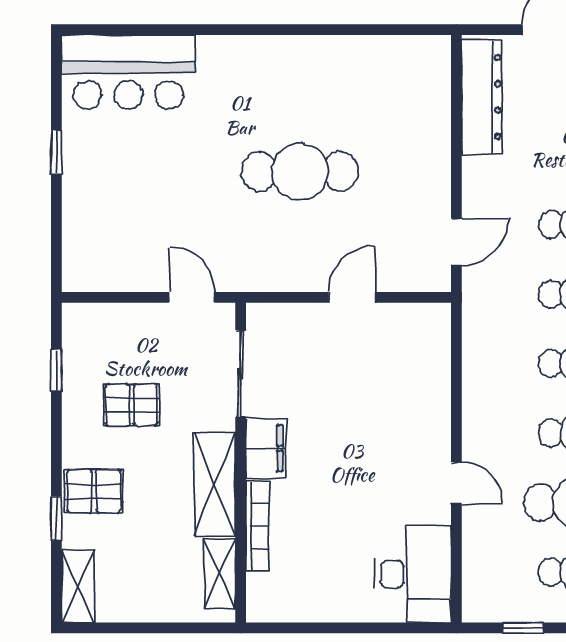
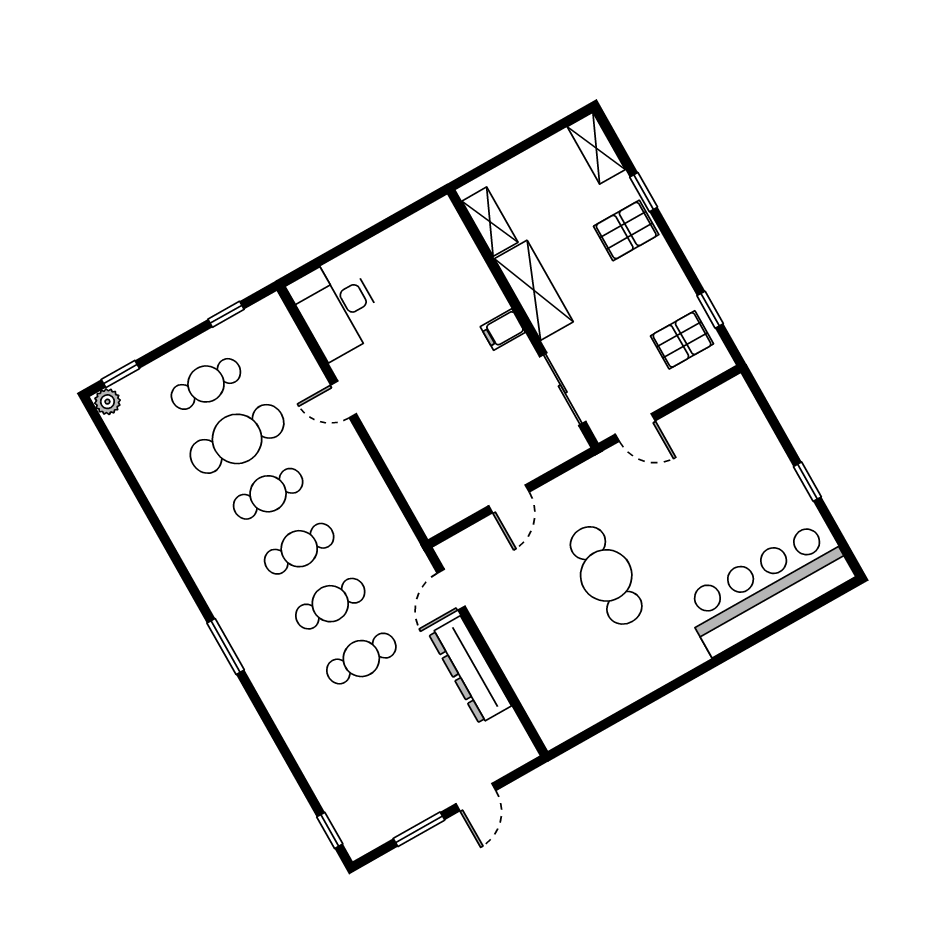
bar counter: (128, 72) -> (767, 588), width x1.36
dresser: (482, 97) -> (470, 670), moved
cafe table: (300, 171) -> (606, 575), turned 90
pallet: (131, 405) -> (682, 340), moved
filing cabinet: (266, 448) -> (503, 330), width x0.50
bookcase: (257, 526) -> (481, 276), removed

